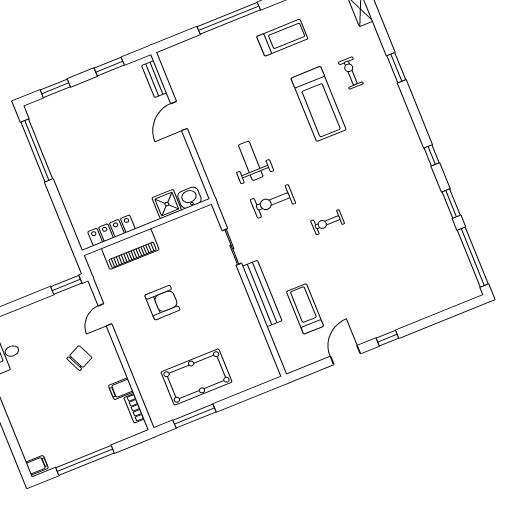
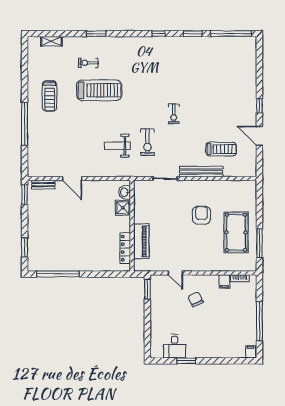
treadmill: (282, 38) -> (50, 96), turned 180
window: (109, 67) -> (25, 195), moved
armchair: (162, 303) -> (201, 215), moved
treadmill: (305, 309) -> (221, 149), turned 180

